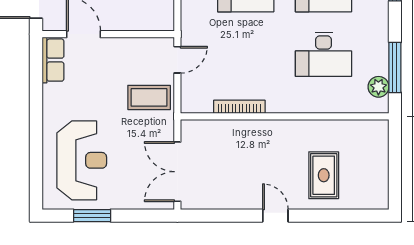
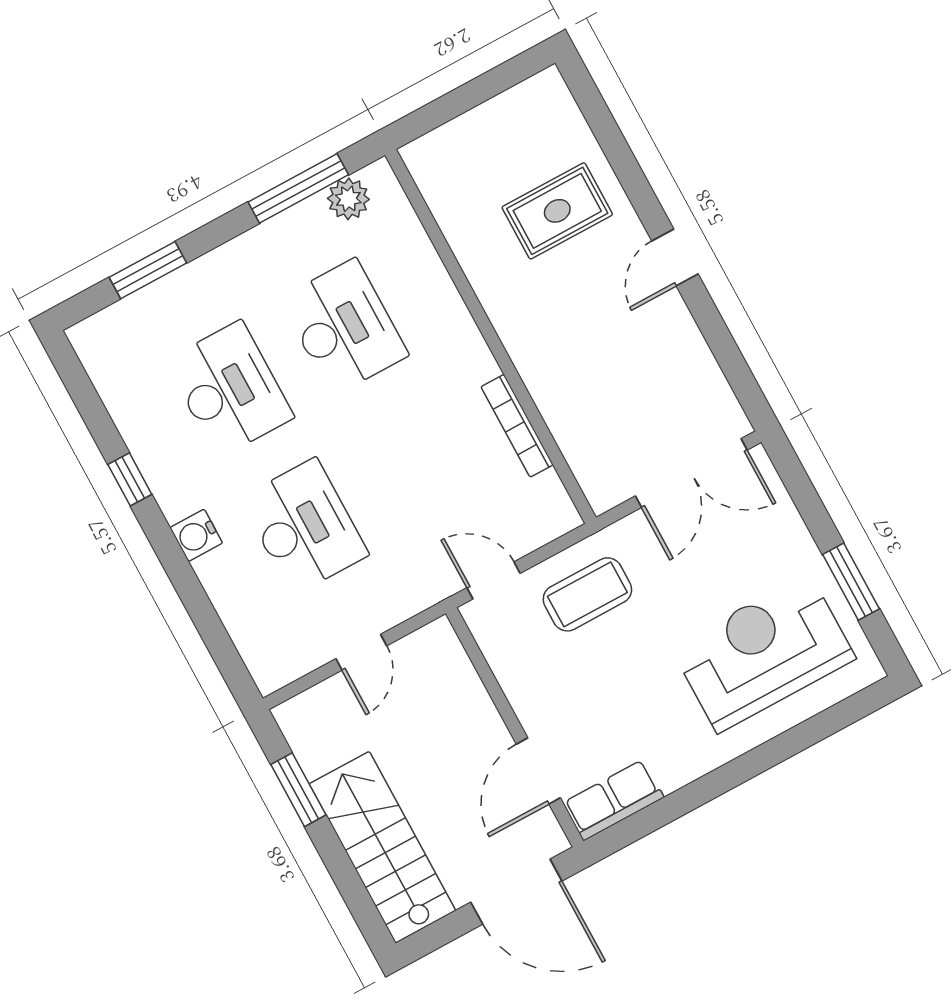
coffee table: (149, 97) -> (587, 594), turned 90

